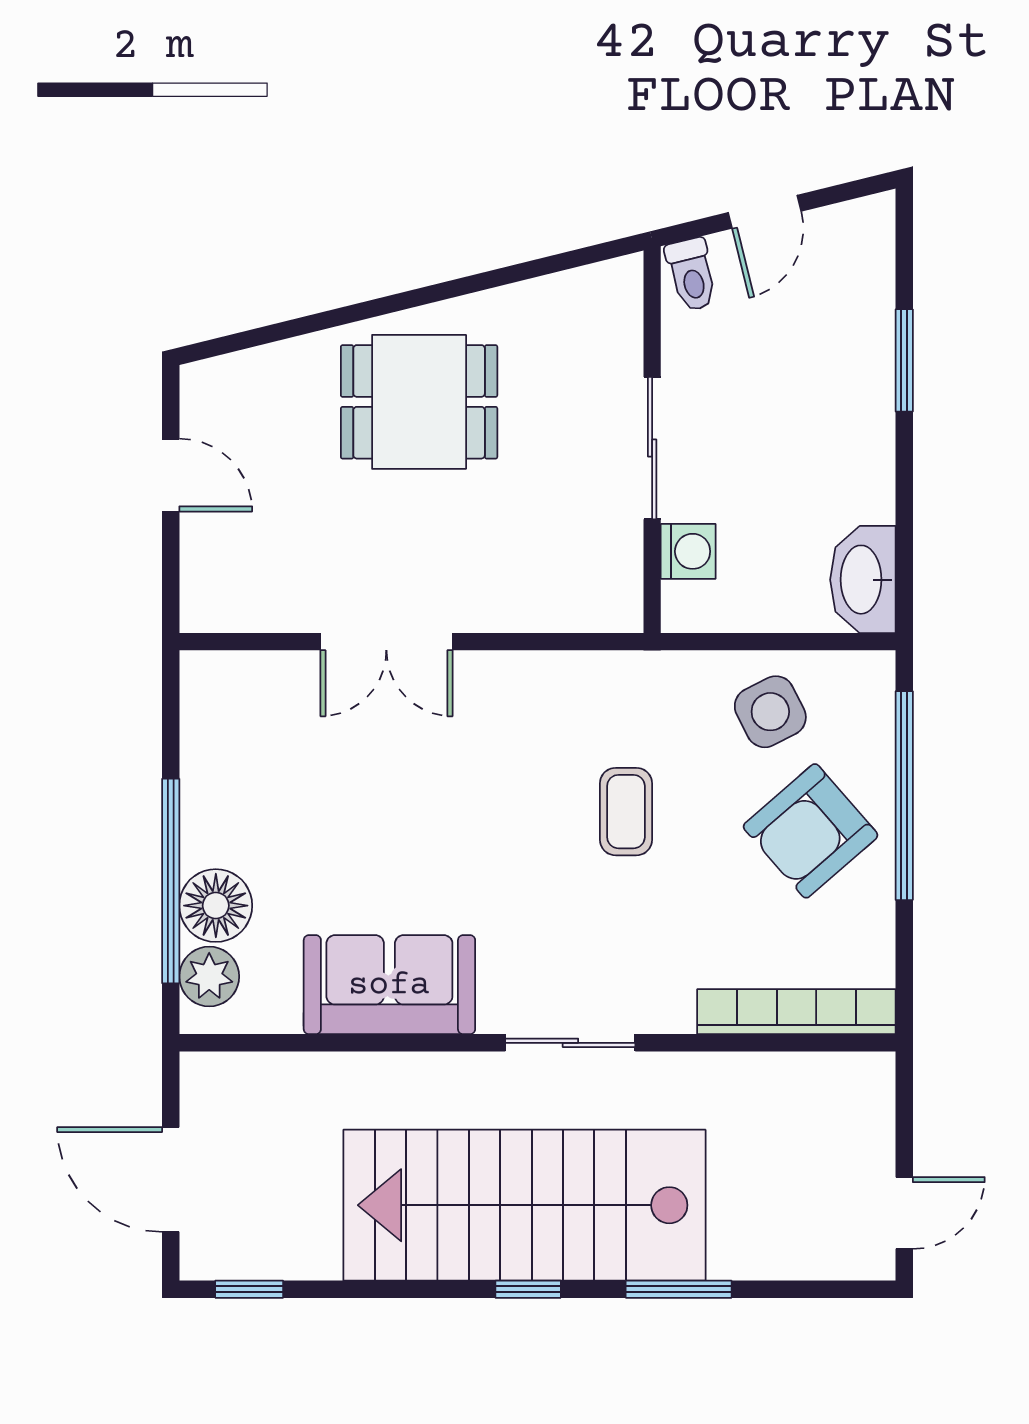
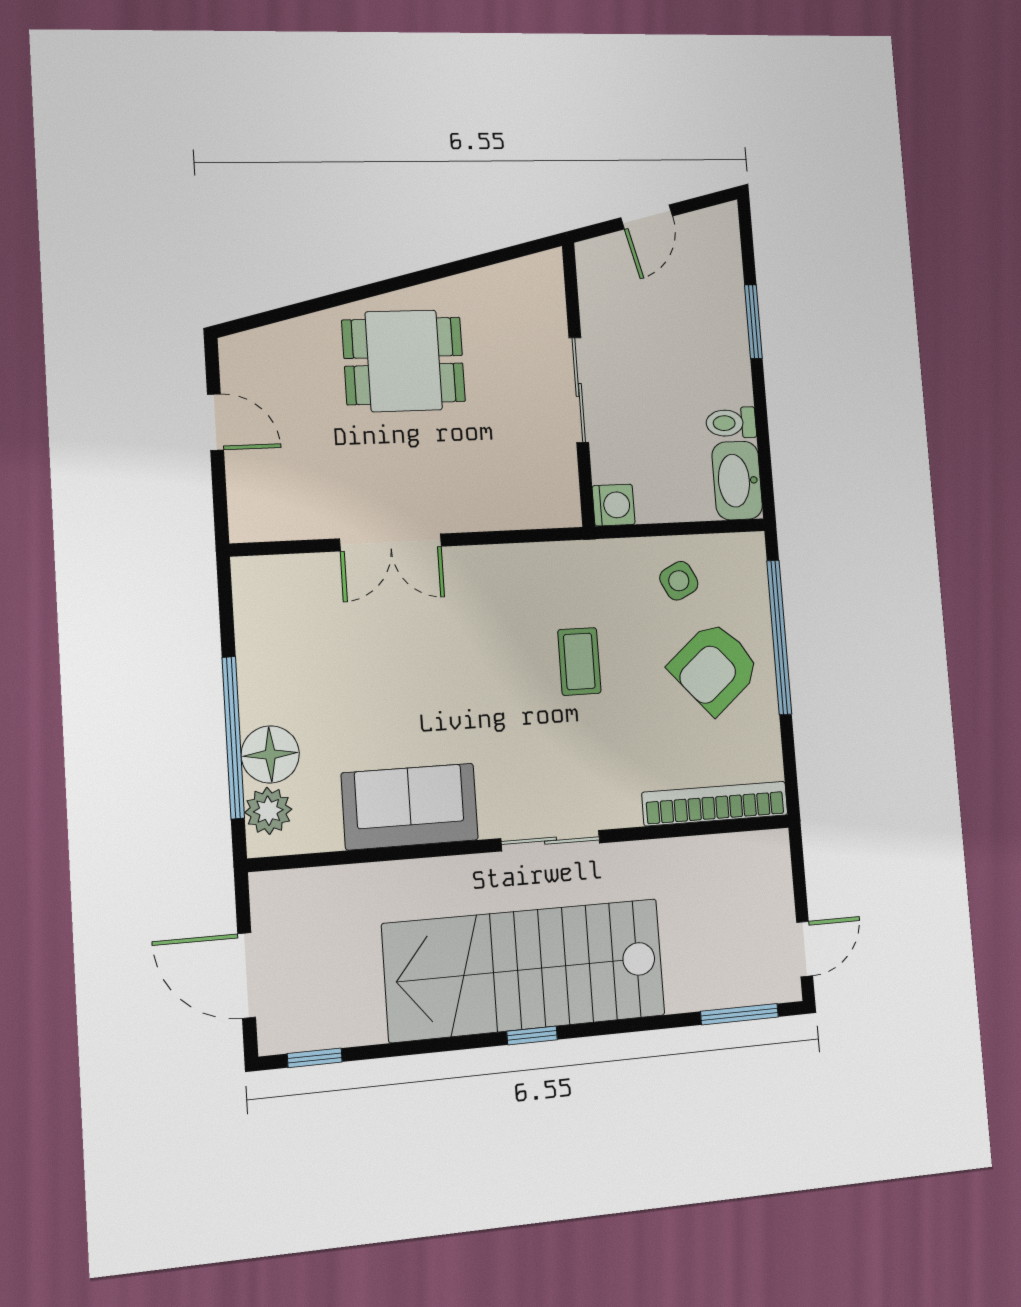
toilet: (692, 275) -> (731, 423), moved, turned 104
washing machine: (688, 551) -> (614, 505), moved
side table: (770, 712) -> (679, 581), width x0.73, depth x0.73
window: (679, 1289) -> (739, 1014), moved

